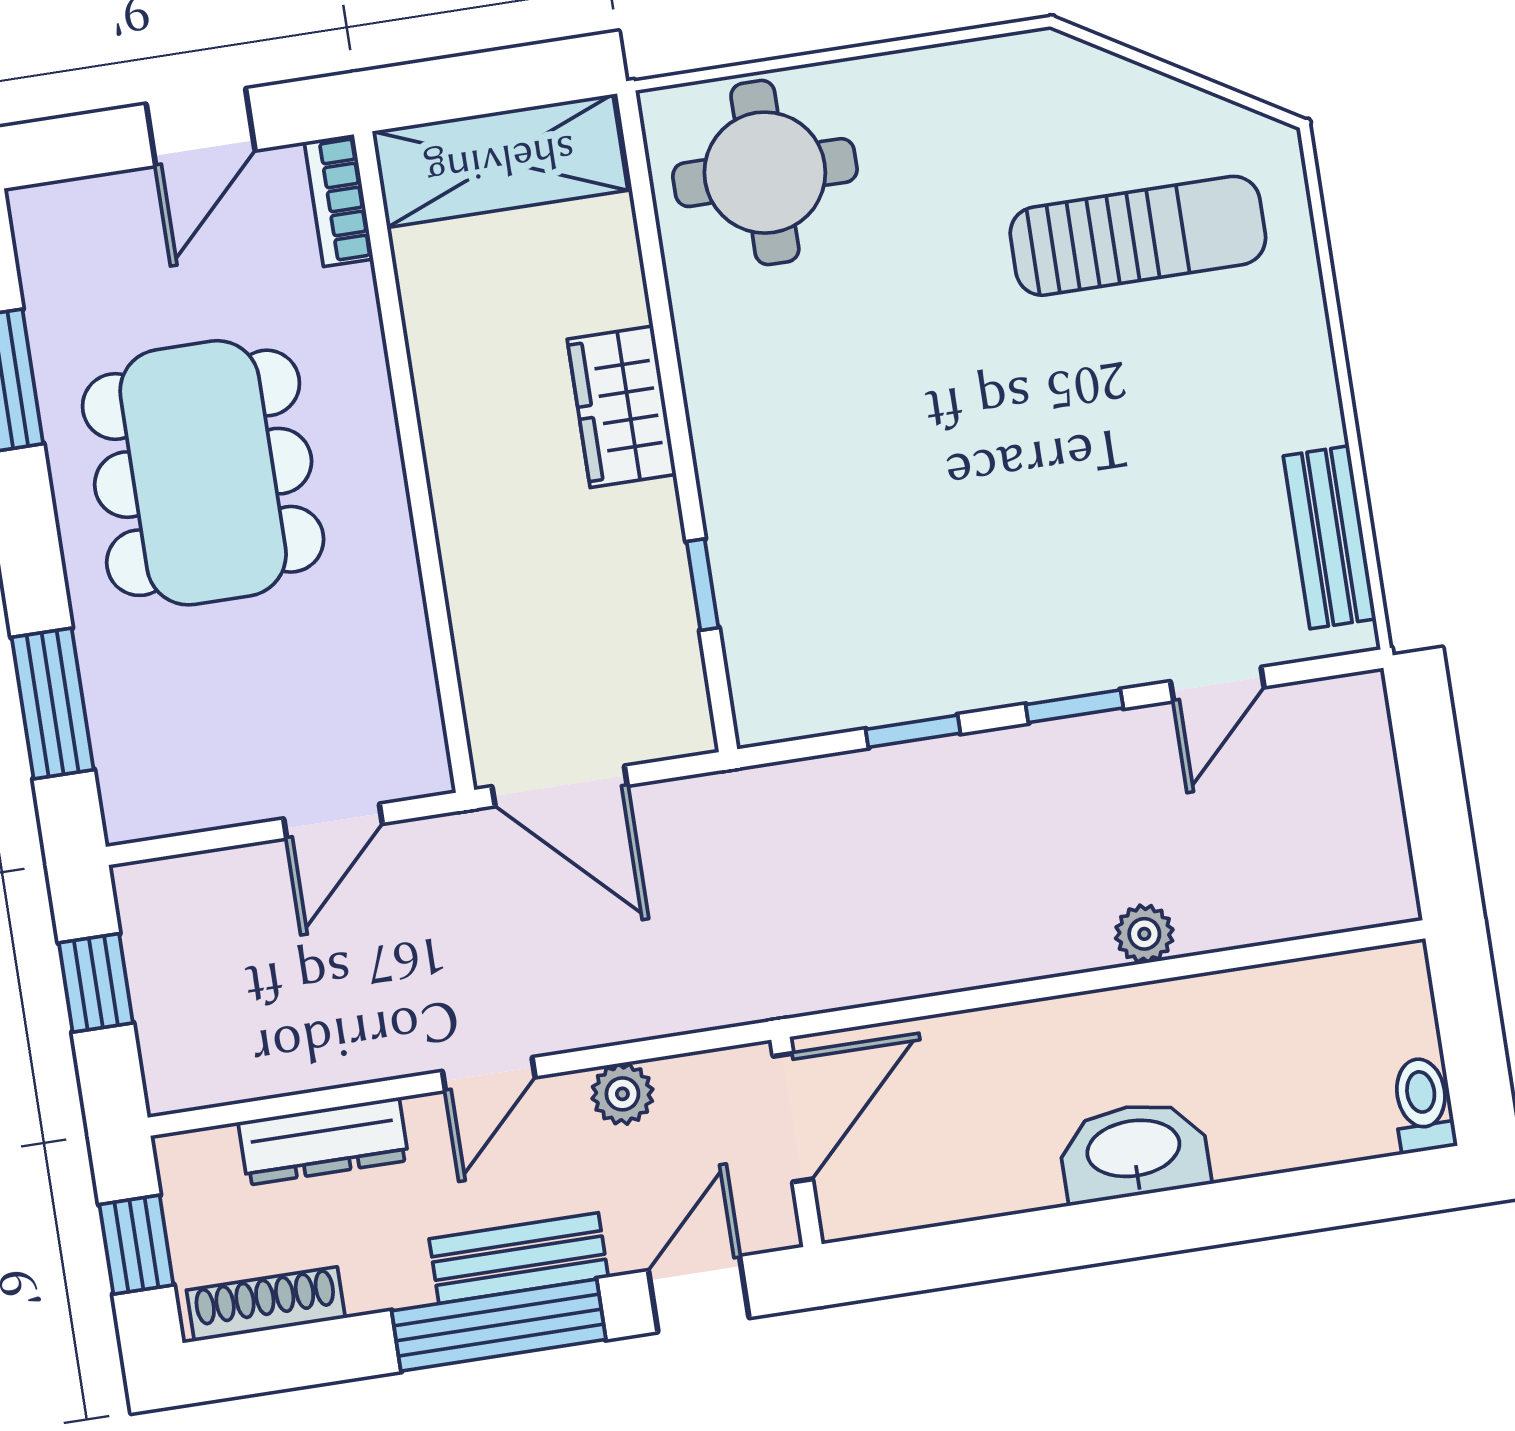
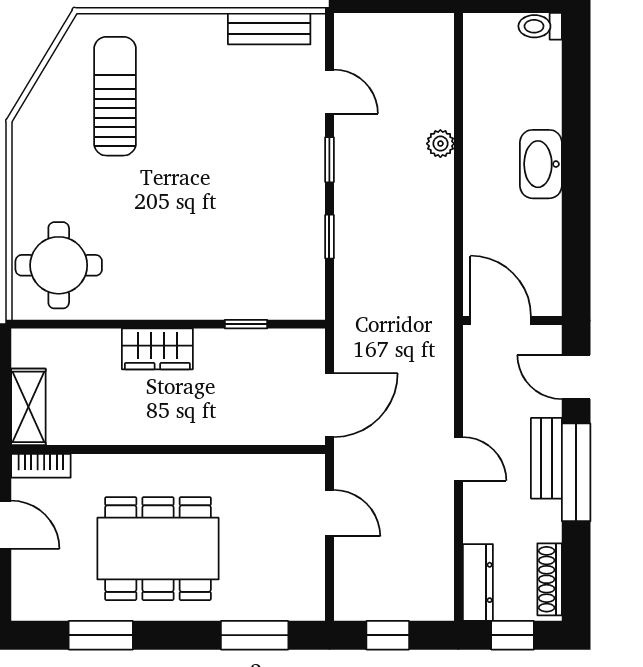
shelving: (500, 161) -> (28, 407), width x0.67, depth x0.75
plant: (622, 1094) -> (477, 398), removed
dresser: (323, 1141) -> (478, 582), moved

